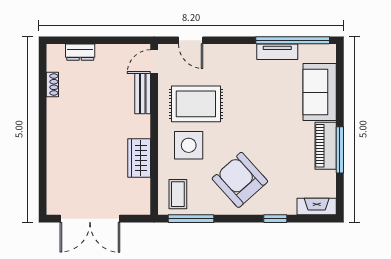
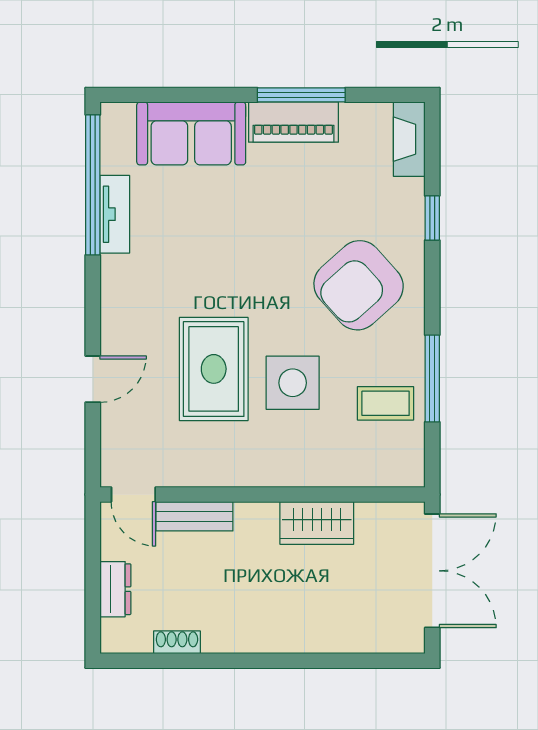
door: (154, 62) -> (133, 495), moved
bench: (143, 94) -> (194, 516), moved
wall: (154, 129) -> (262, 495), moved
wardrobe: (139, 158) -> (317, 523), moved

